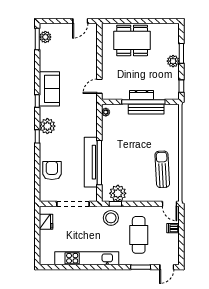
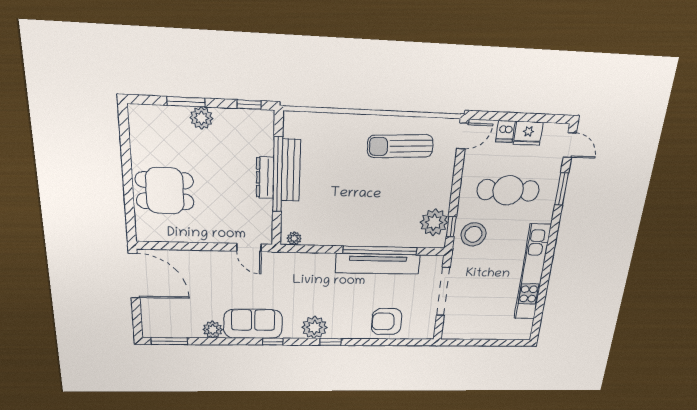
door: (80, 21) -> (134, 276), width x1.88
plant: (45, 37) -> (213, 330), moved
dining table: (132, 40) -> (165, 191), width x0.73
fridge: (46, 222) -> (528, 133), moved, turned 180

